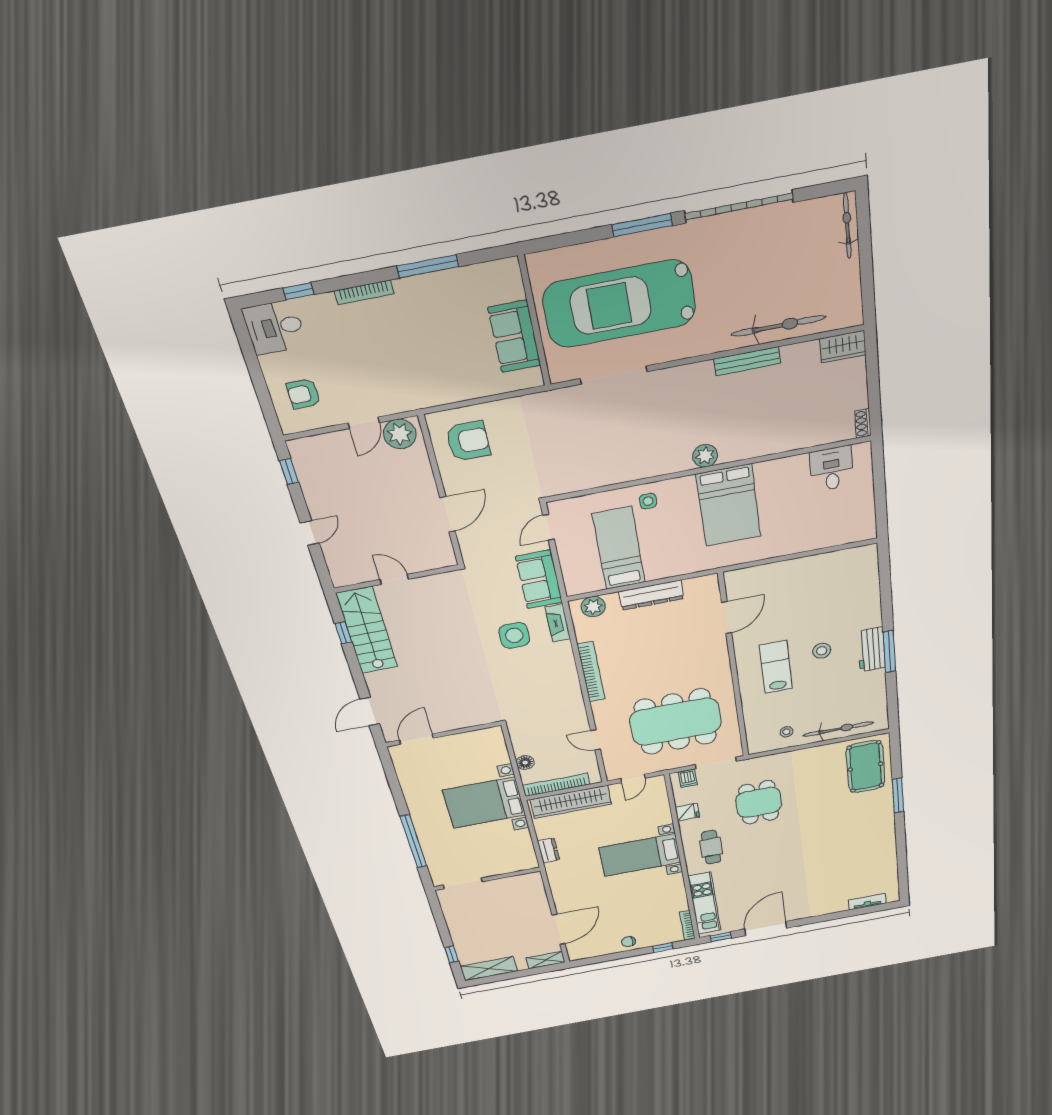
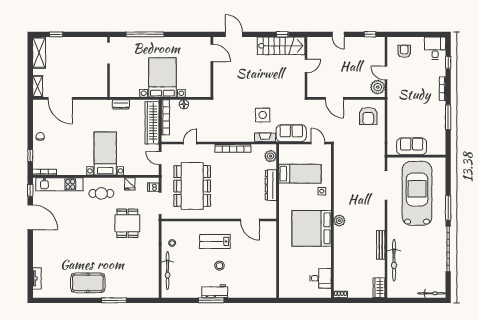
bed: (729, 505) -> (312, 228), width x1.36
lab bench: (776, 667) -> (215, 241), turned 180
pool table: (865, 767) -> (88, 283), moved
dining table: (759, 802) -> (127, 223), turned 90

